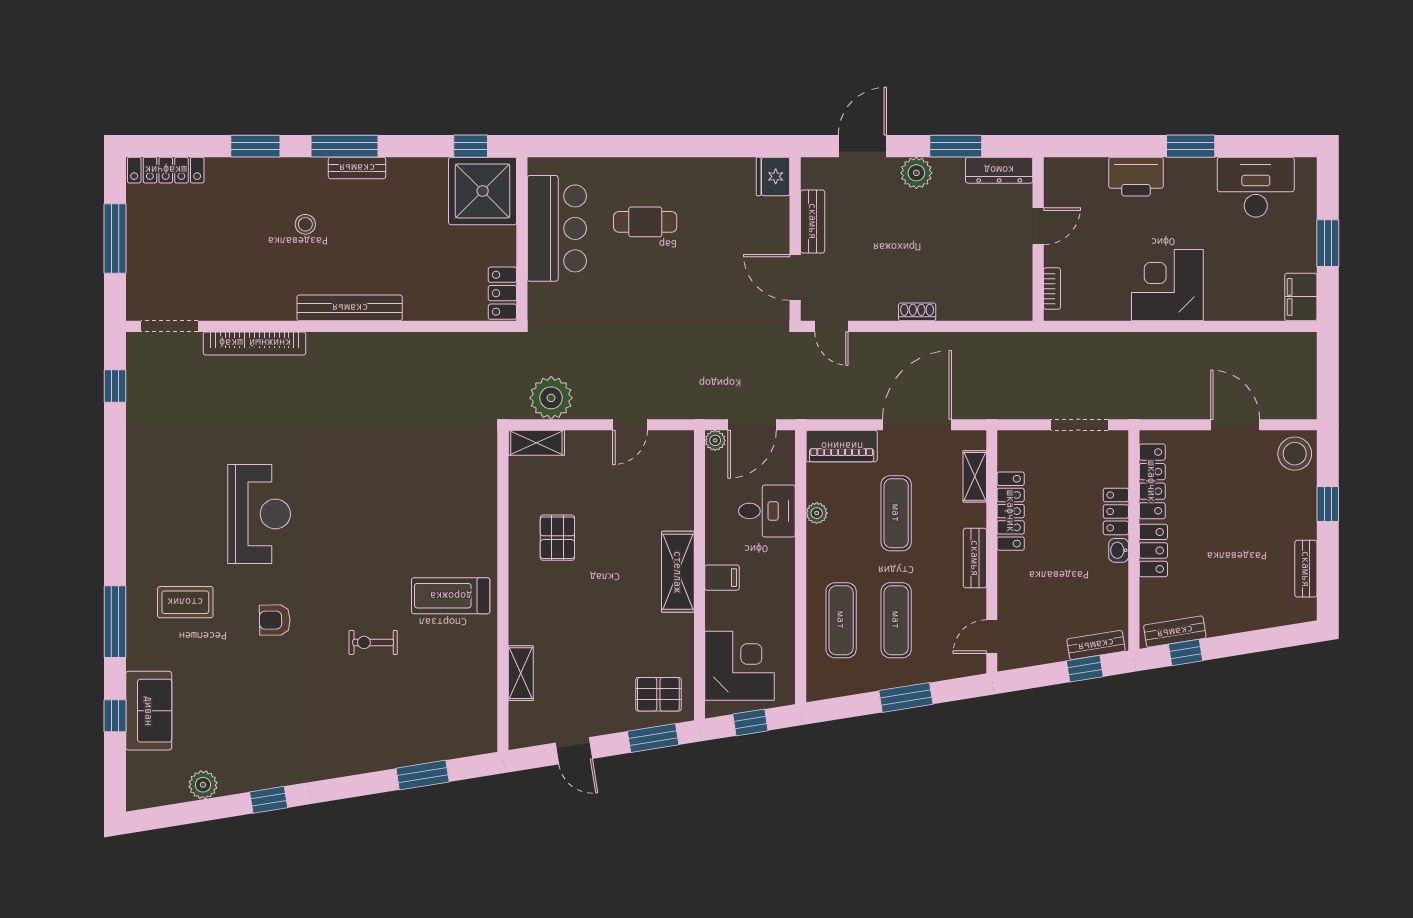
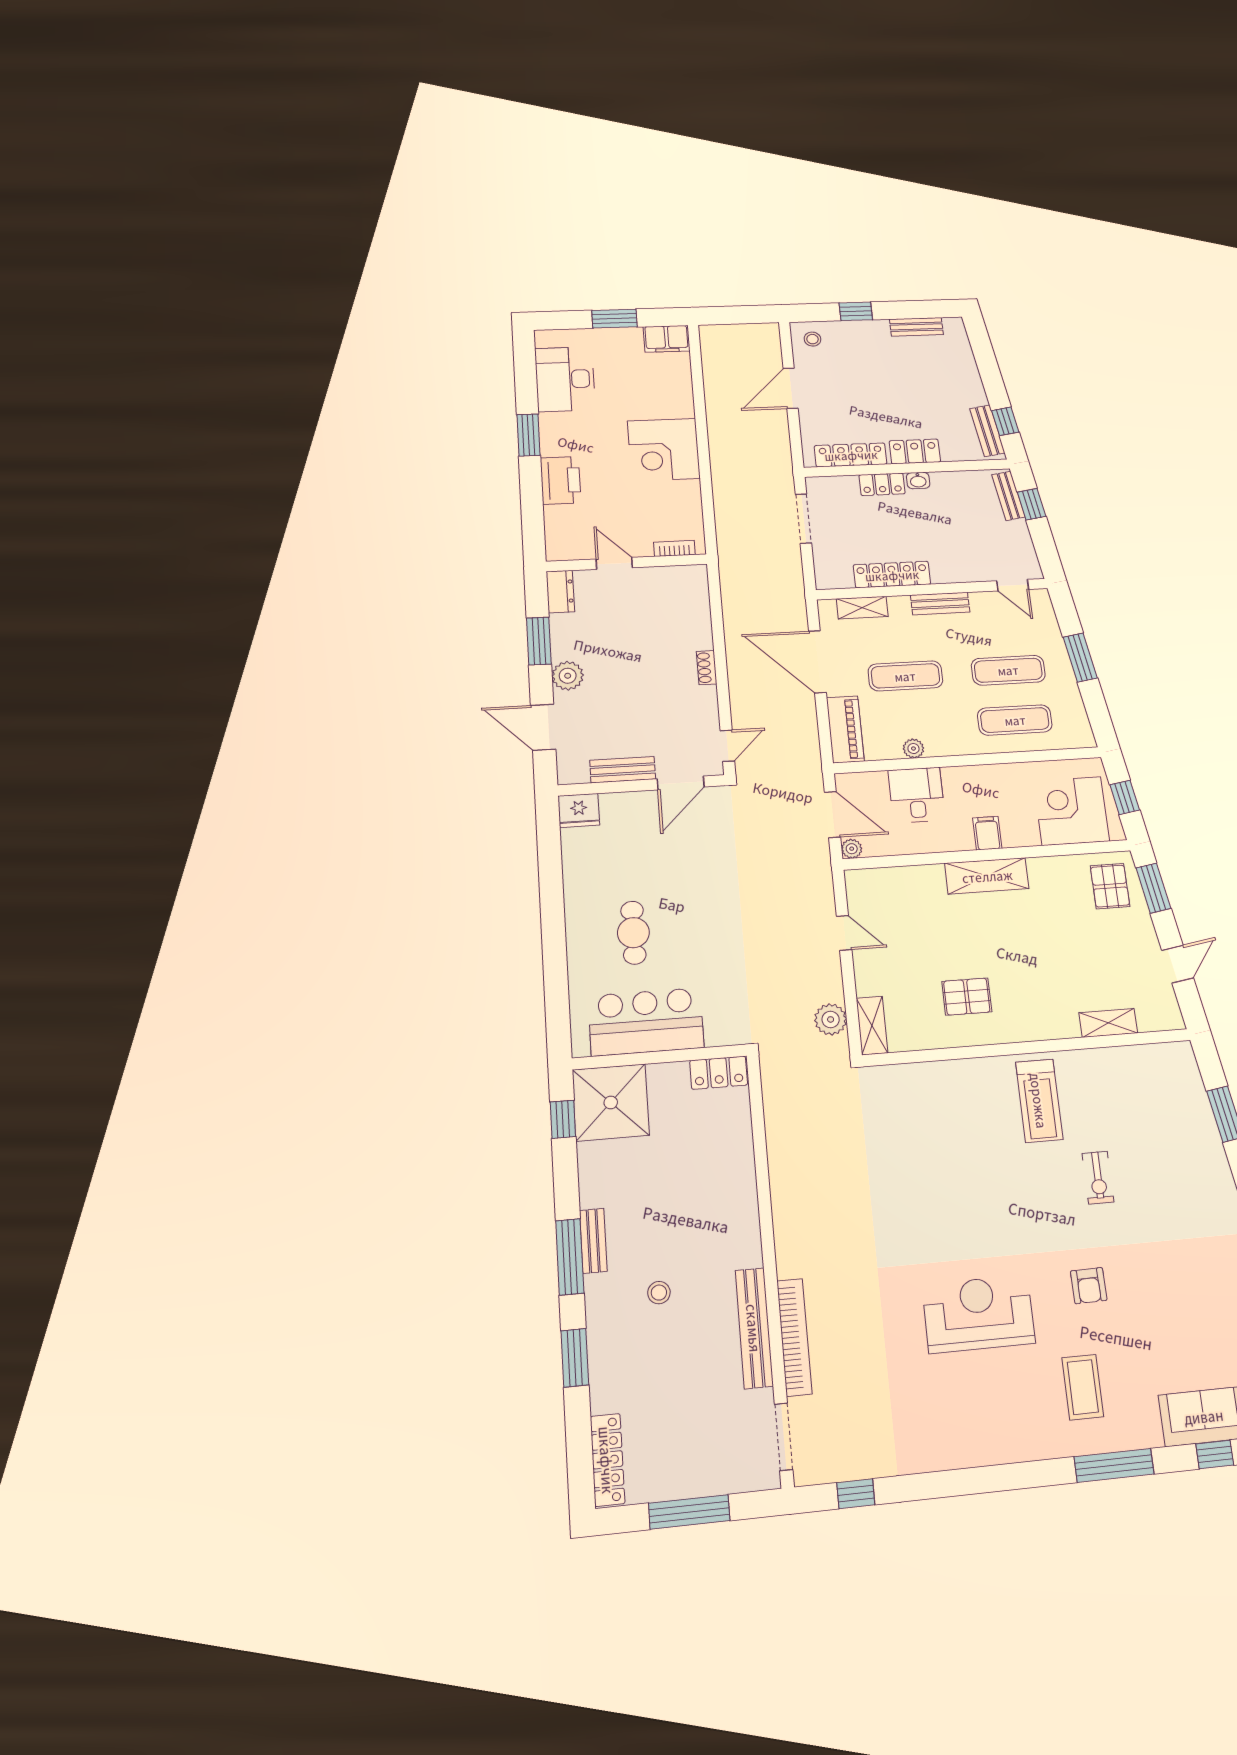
dresser: (999, 170) -> (560, 592), width x0.70
bench: (350, 308) -> (754, 1328), moved
plant: (551, 398) -> (831, 1019), width x0.73, depth x0.73
stool: (1295, 454) -> (812, 339), width x0.53, depth x0.53

